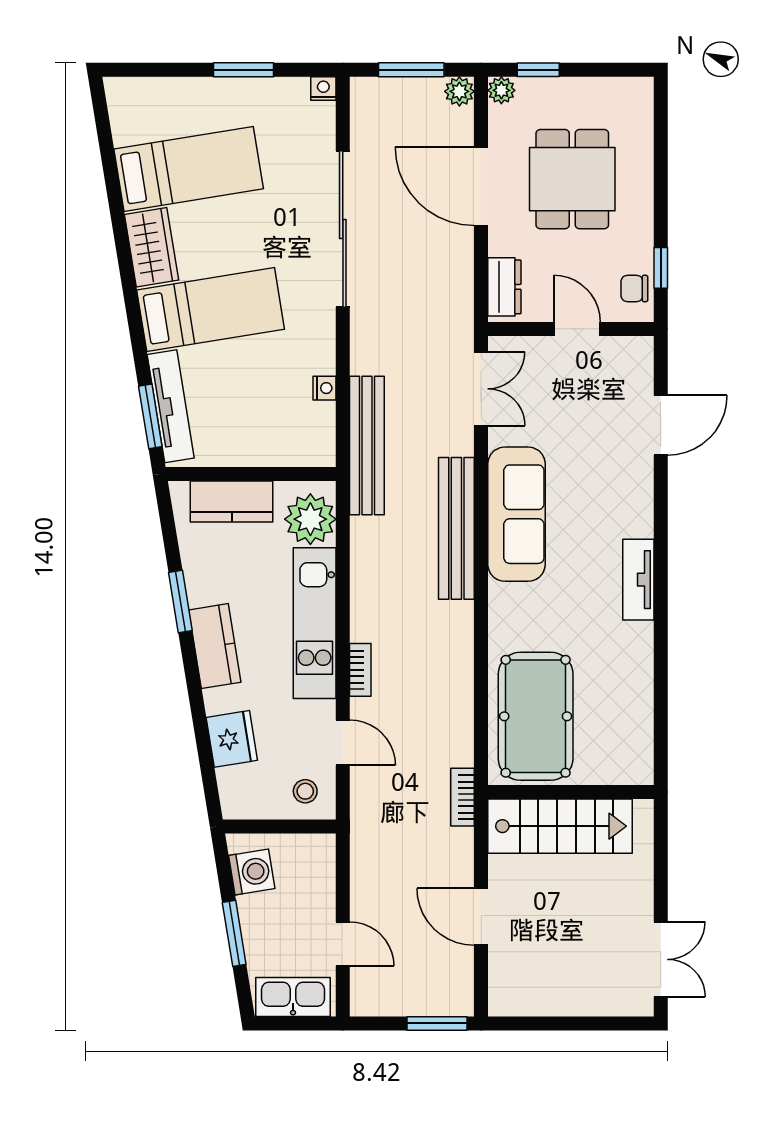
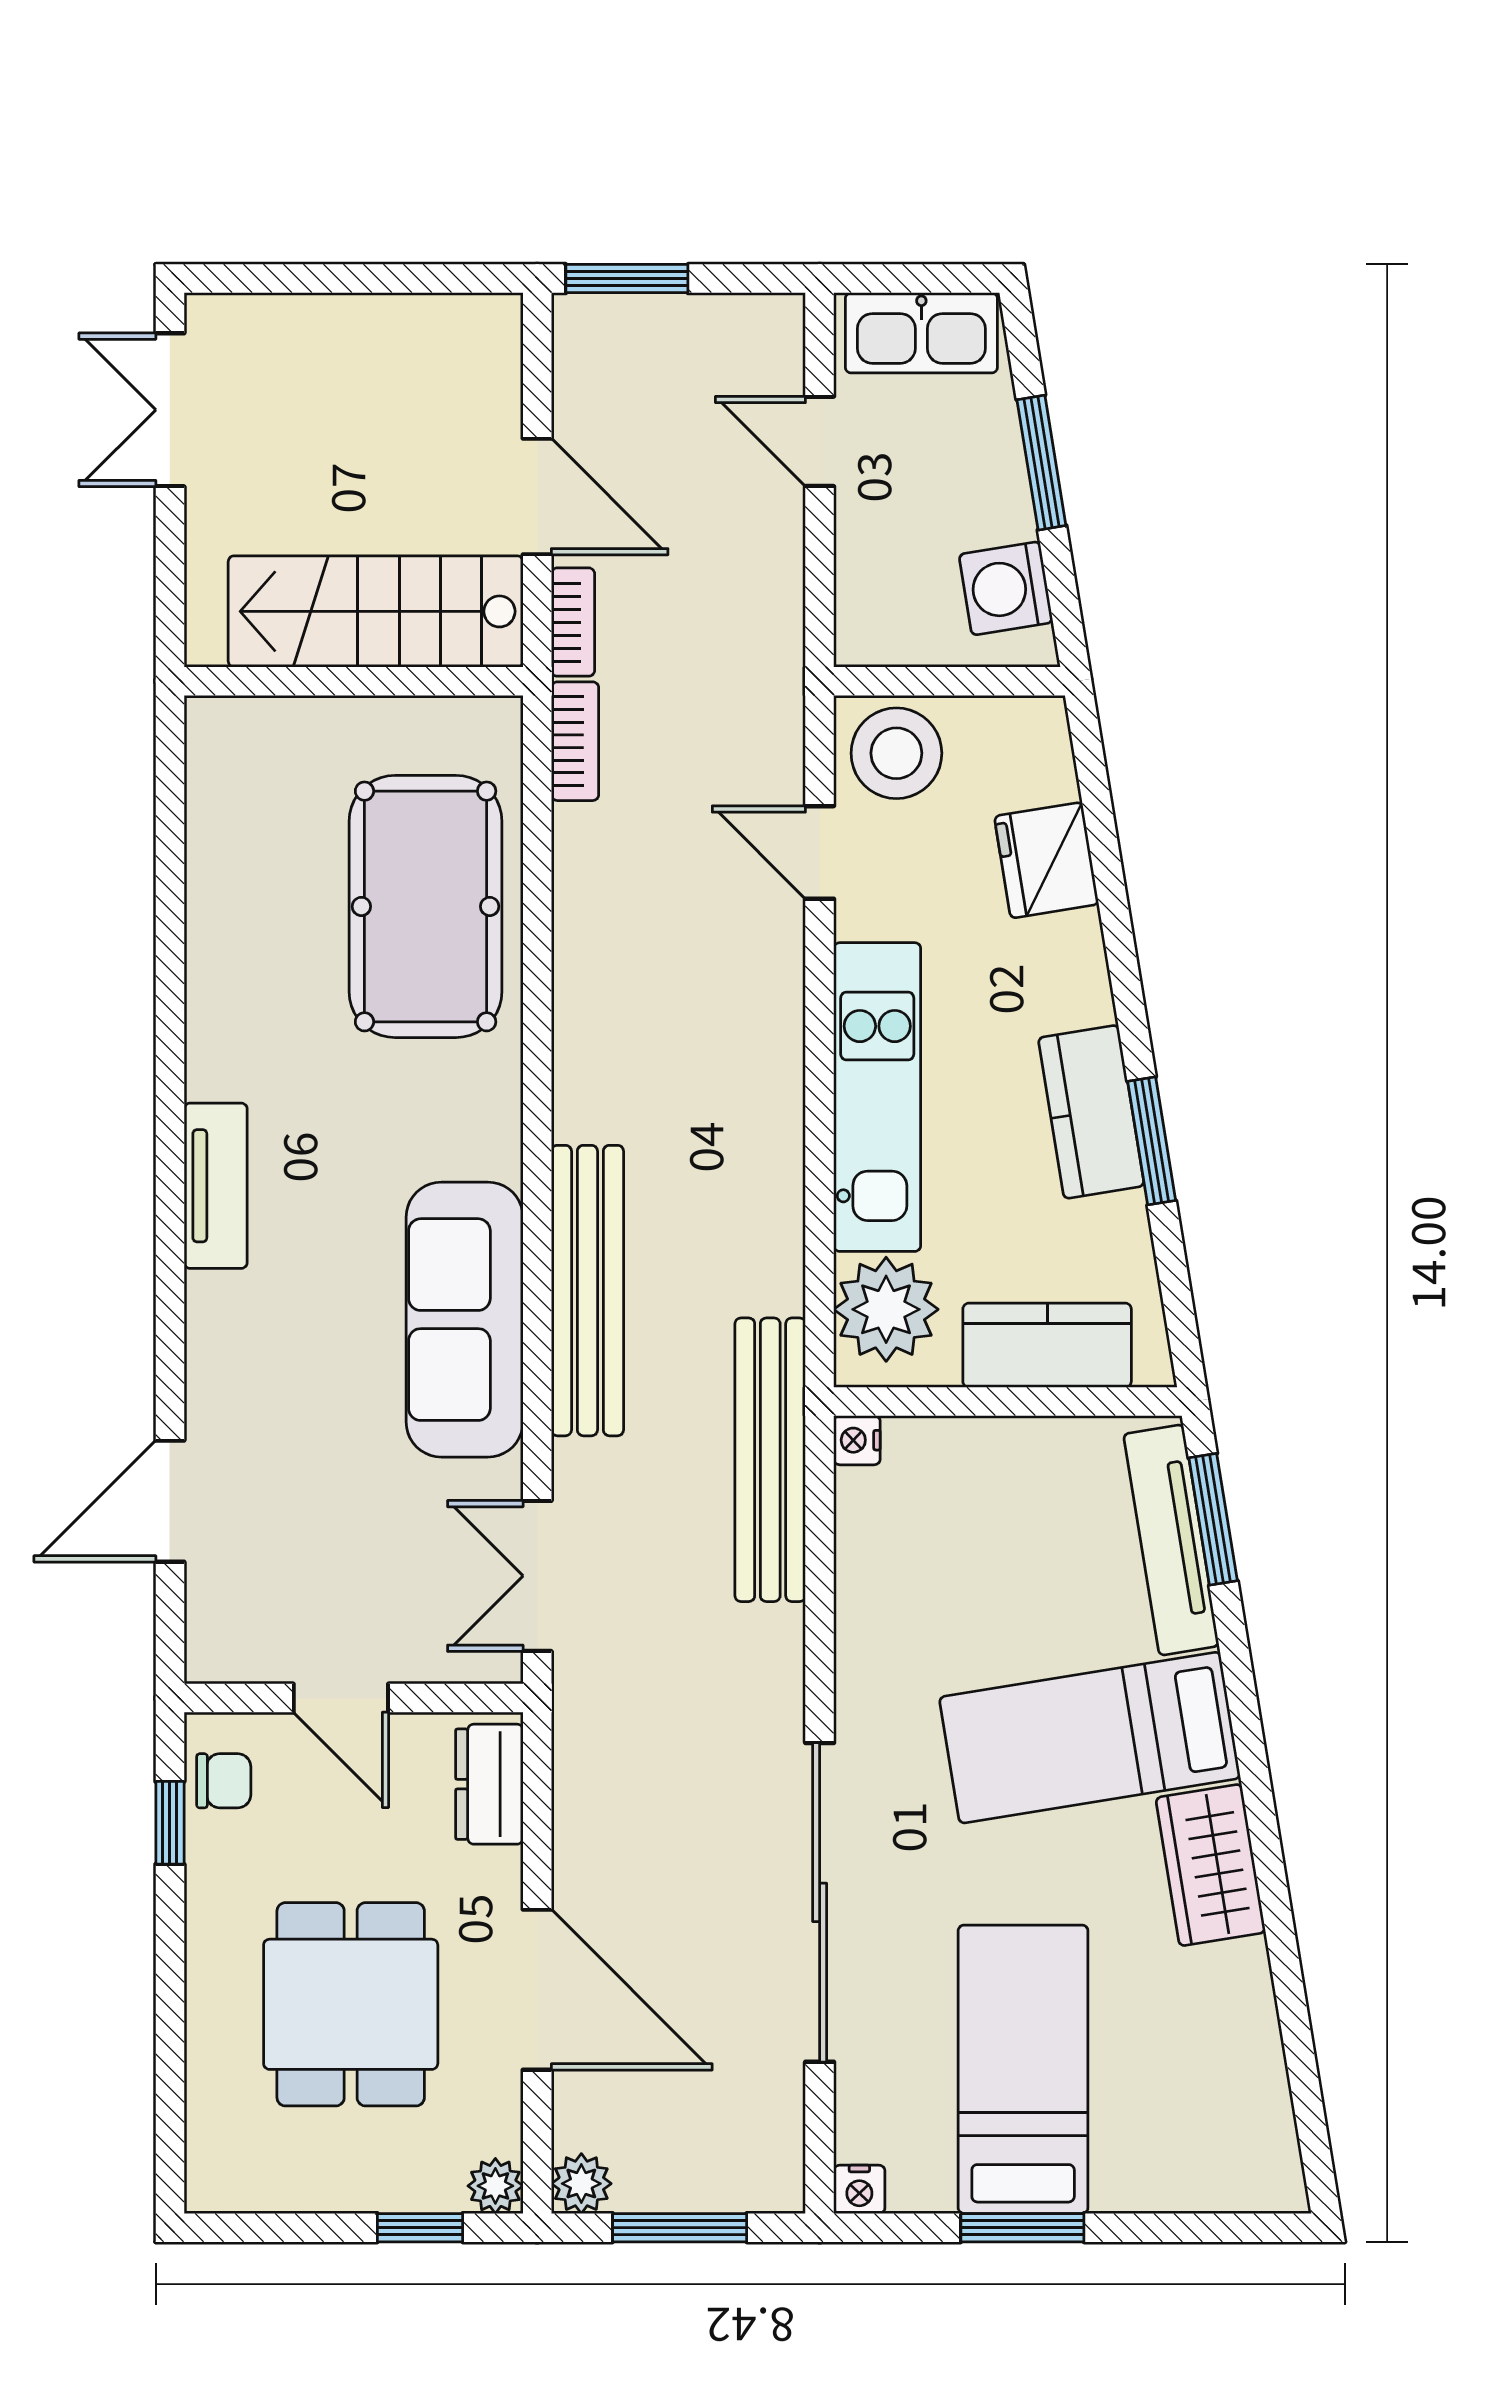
bed: (189, 169) -> (1023, 2069), moved, turned 99
nightstand: (325, 388) -> (857, 1440), moved
kitchen counter: (215, 646) -> (1091, 1112), moved
bookcase: (360, 670) -> (573, 622), moved, turned 180
stool: (305, 791) -> (896, 753), width x1.89, depth x1.89
wall: (571, 792) -> (354, 681), moved
stairs: (560, 826) -> (376, 611), moved

